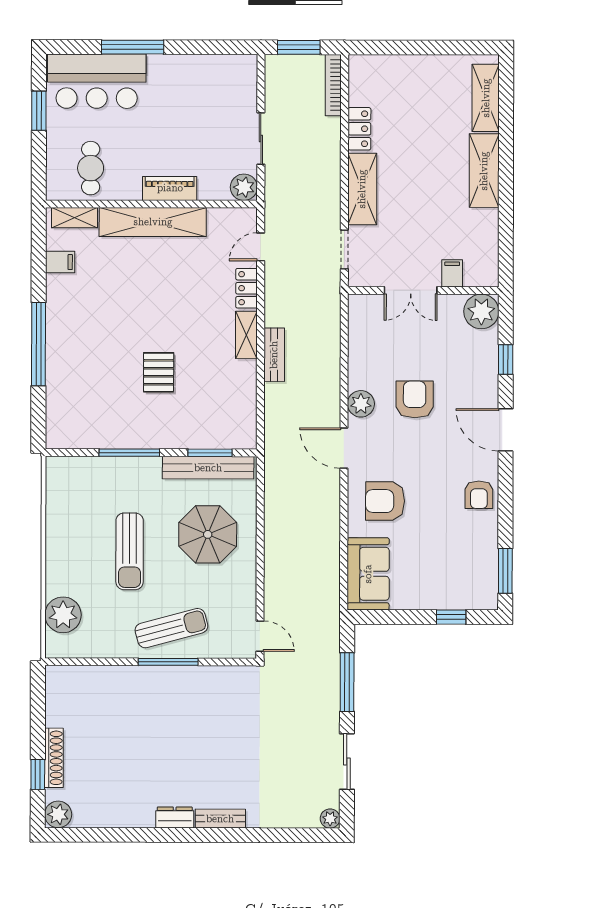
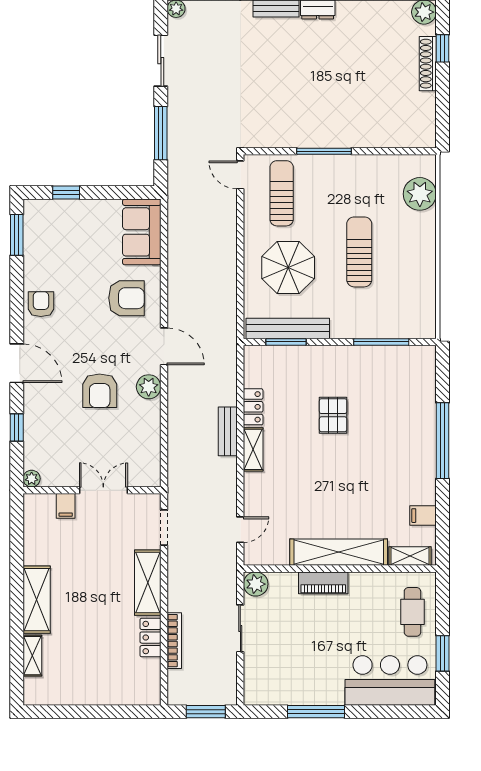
window: (133, 47) -> (316, 712), moved
bookcase: (333, 85) -> (174, 641), moved
shelving: (486, 98) -> (32, 656), width x0.67, depth x0.75
cafe table: (91, 168) -> (412, 612), moved
locker: (246, 288) -> (253, 407), moved
plant: (481, 311) -> (32, 479), width x0.53, depth x0.53
window: (129, 453) -> (381, 342), moved
sun lounger: (171, 628) -> (282, 193), moved, turned 105

